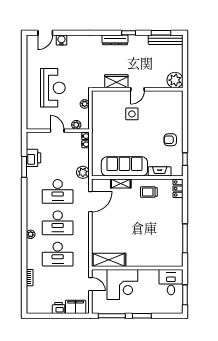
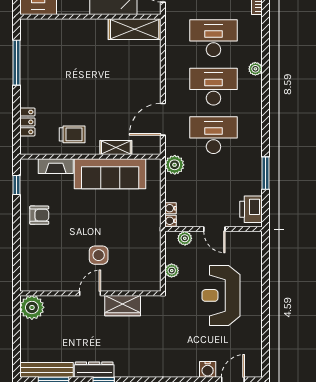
dresser: (115, 40) -> (94, 370), moved
printer: (33, 158) -> (251, 209), moved
locker: (178, 188) -> (27, 122), moved

